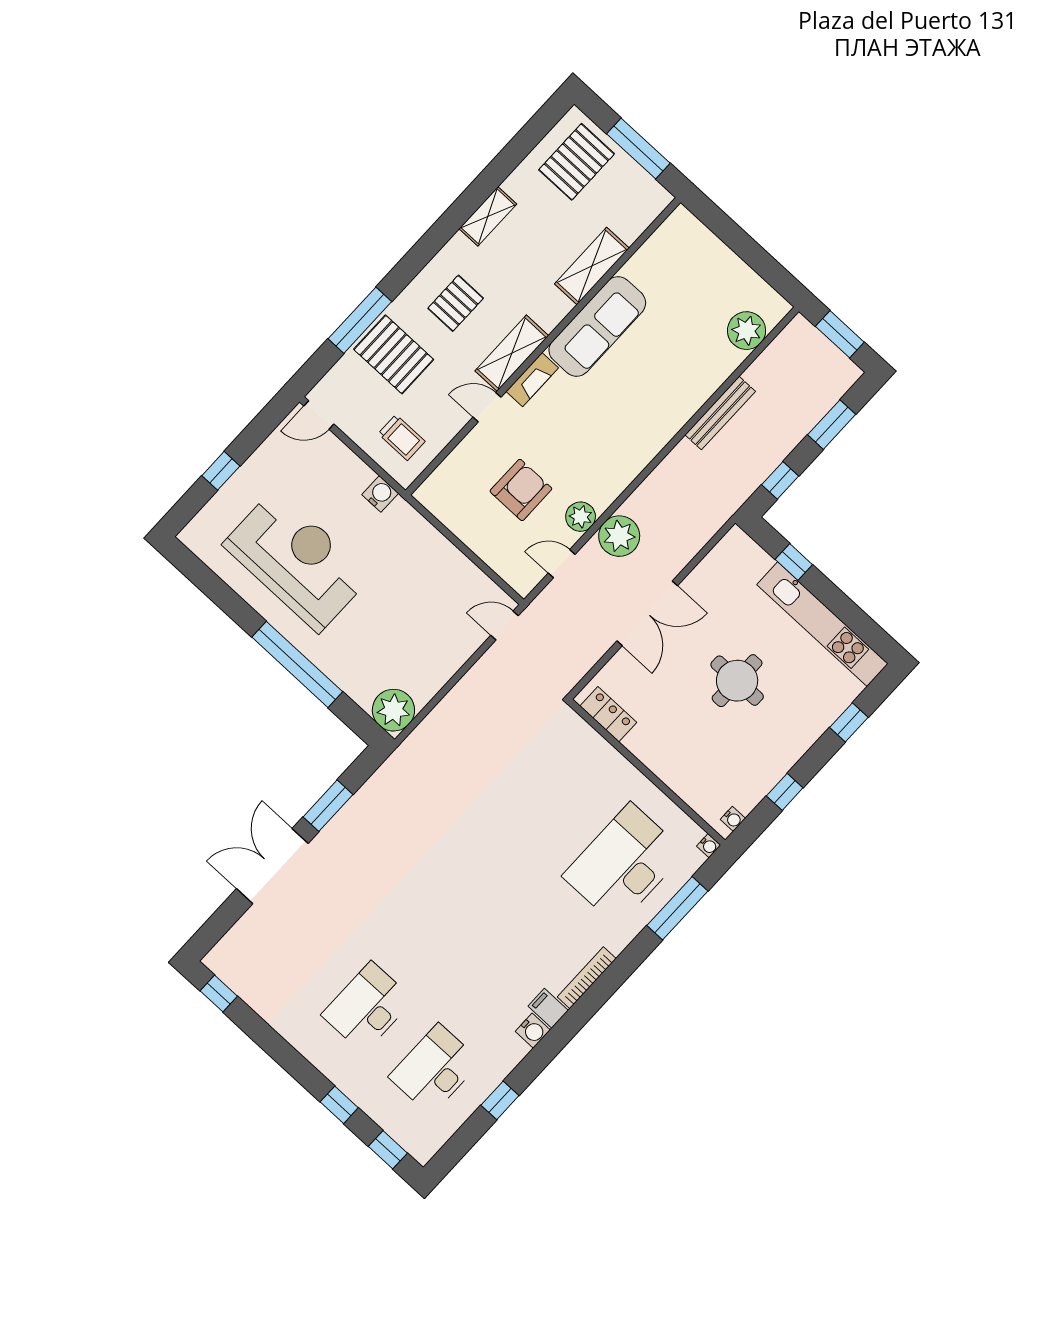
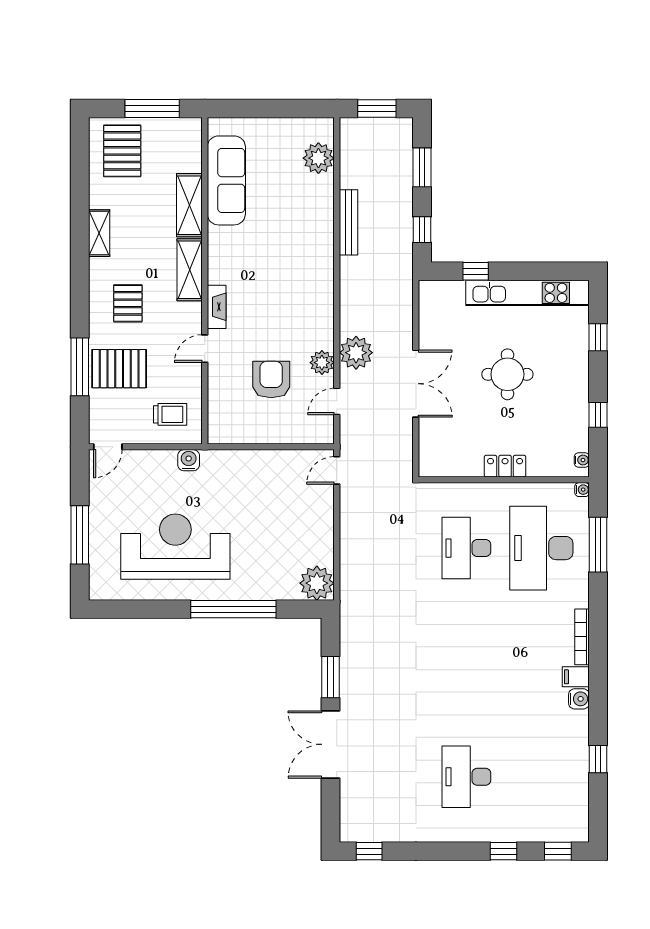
sofa: (597, 326) -> (226, 180), moved
shelving: (512, 353) -> (190, 270), moved
window: (221, 471) -> (80, 535), width x2.17
locker: (608, 714) -> (505, 466), moved
desk: (435, 1069) -> (466, 548), moved

